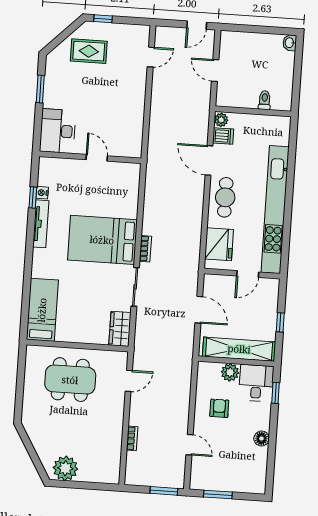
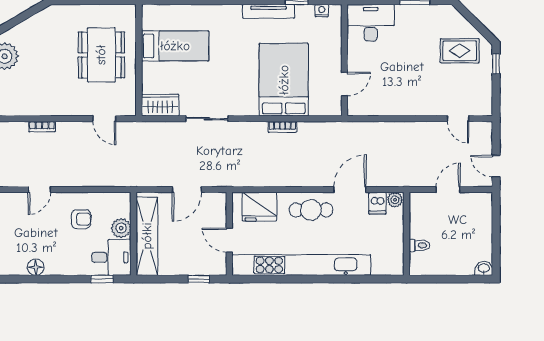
rug: (89, 51) -> (460, 51), turned 90
door: (97, 158) -> (344, 84), moved
nightstand: (42, 193) -> (322, 11), moved
bed: (102, 240) -> (284, 80), moved
bookcase: (145, 249) -> (282, 127), moved
bed: (42, 310) -> (175, 46), moved
window: (280, 322) -> (199, 279), moved
floor lamp: (262, 438) -> (36, 267), moved

